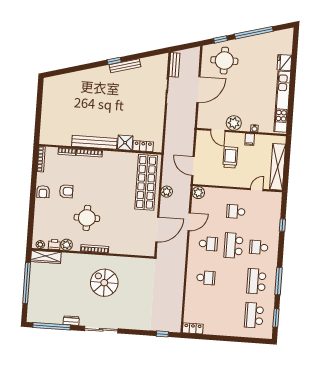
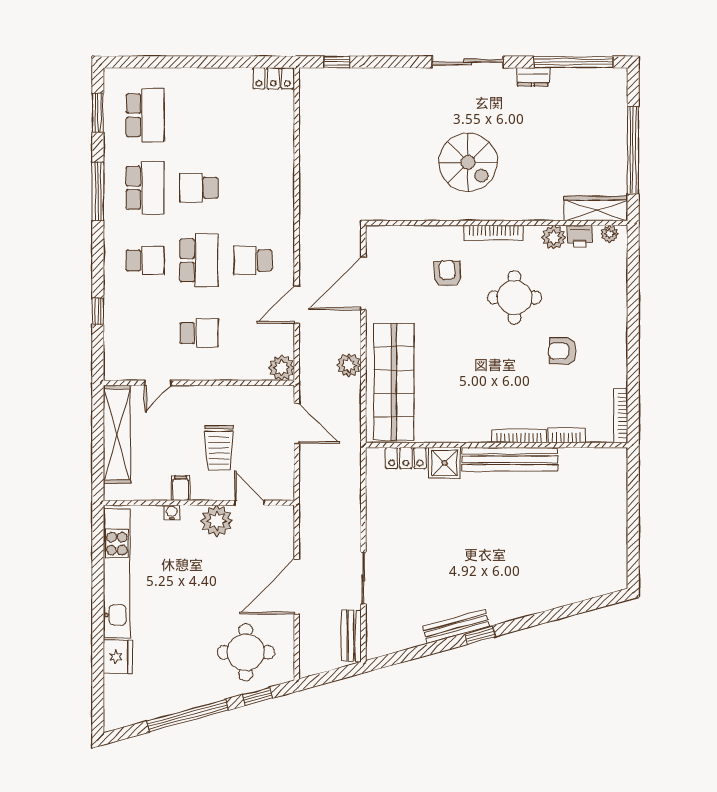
armchair: (43, 192) -> (447, 274), moved
school desk: (206, 278) -> (199, 188), moved

